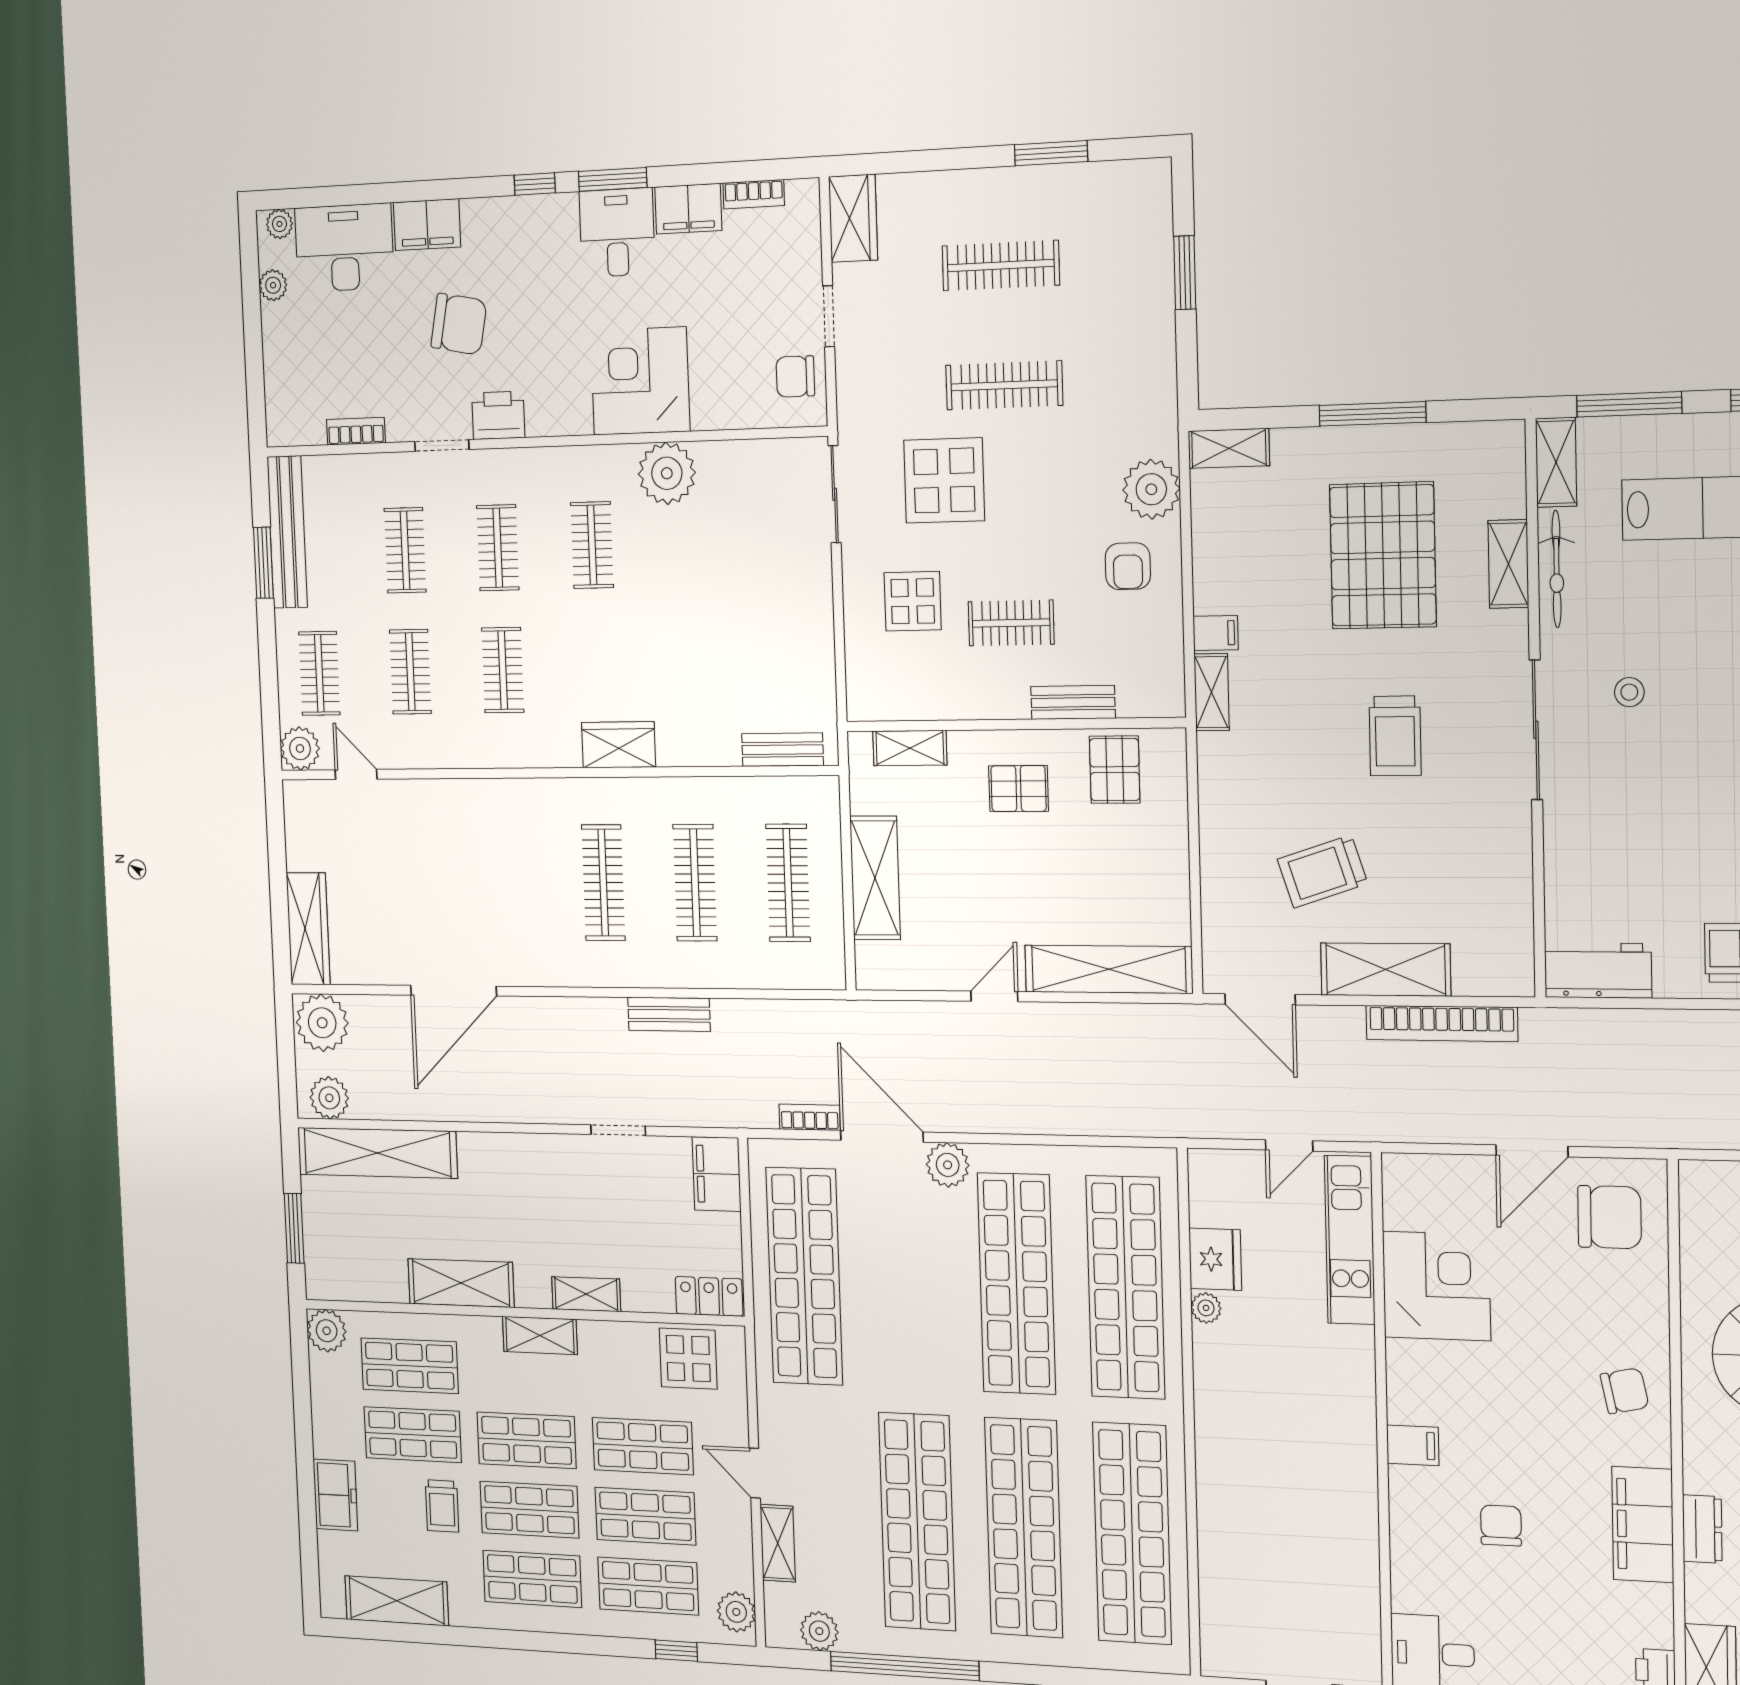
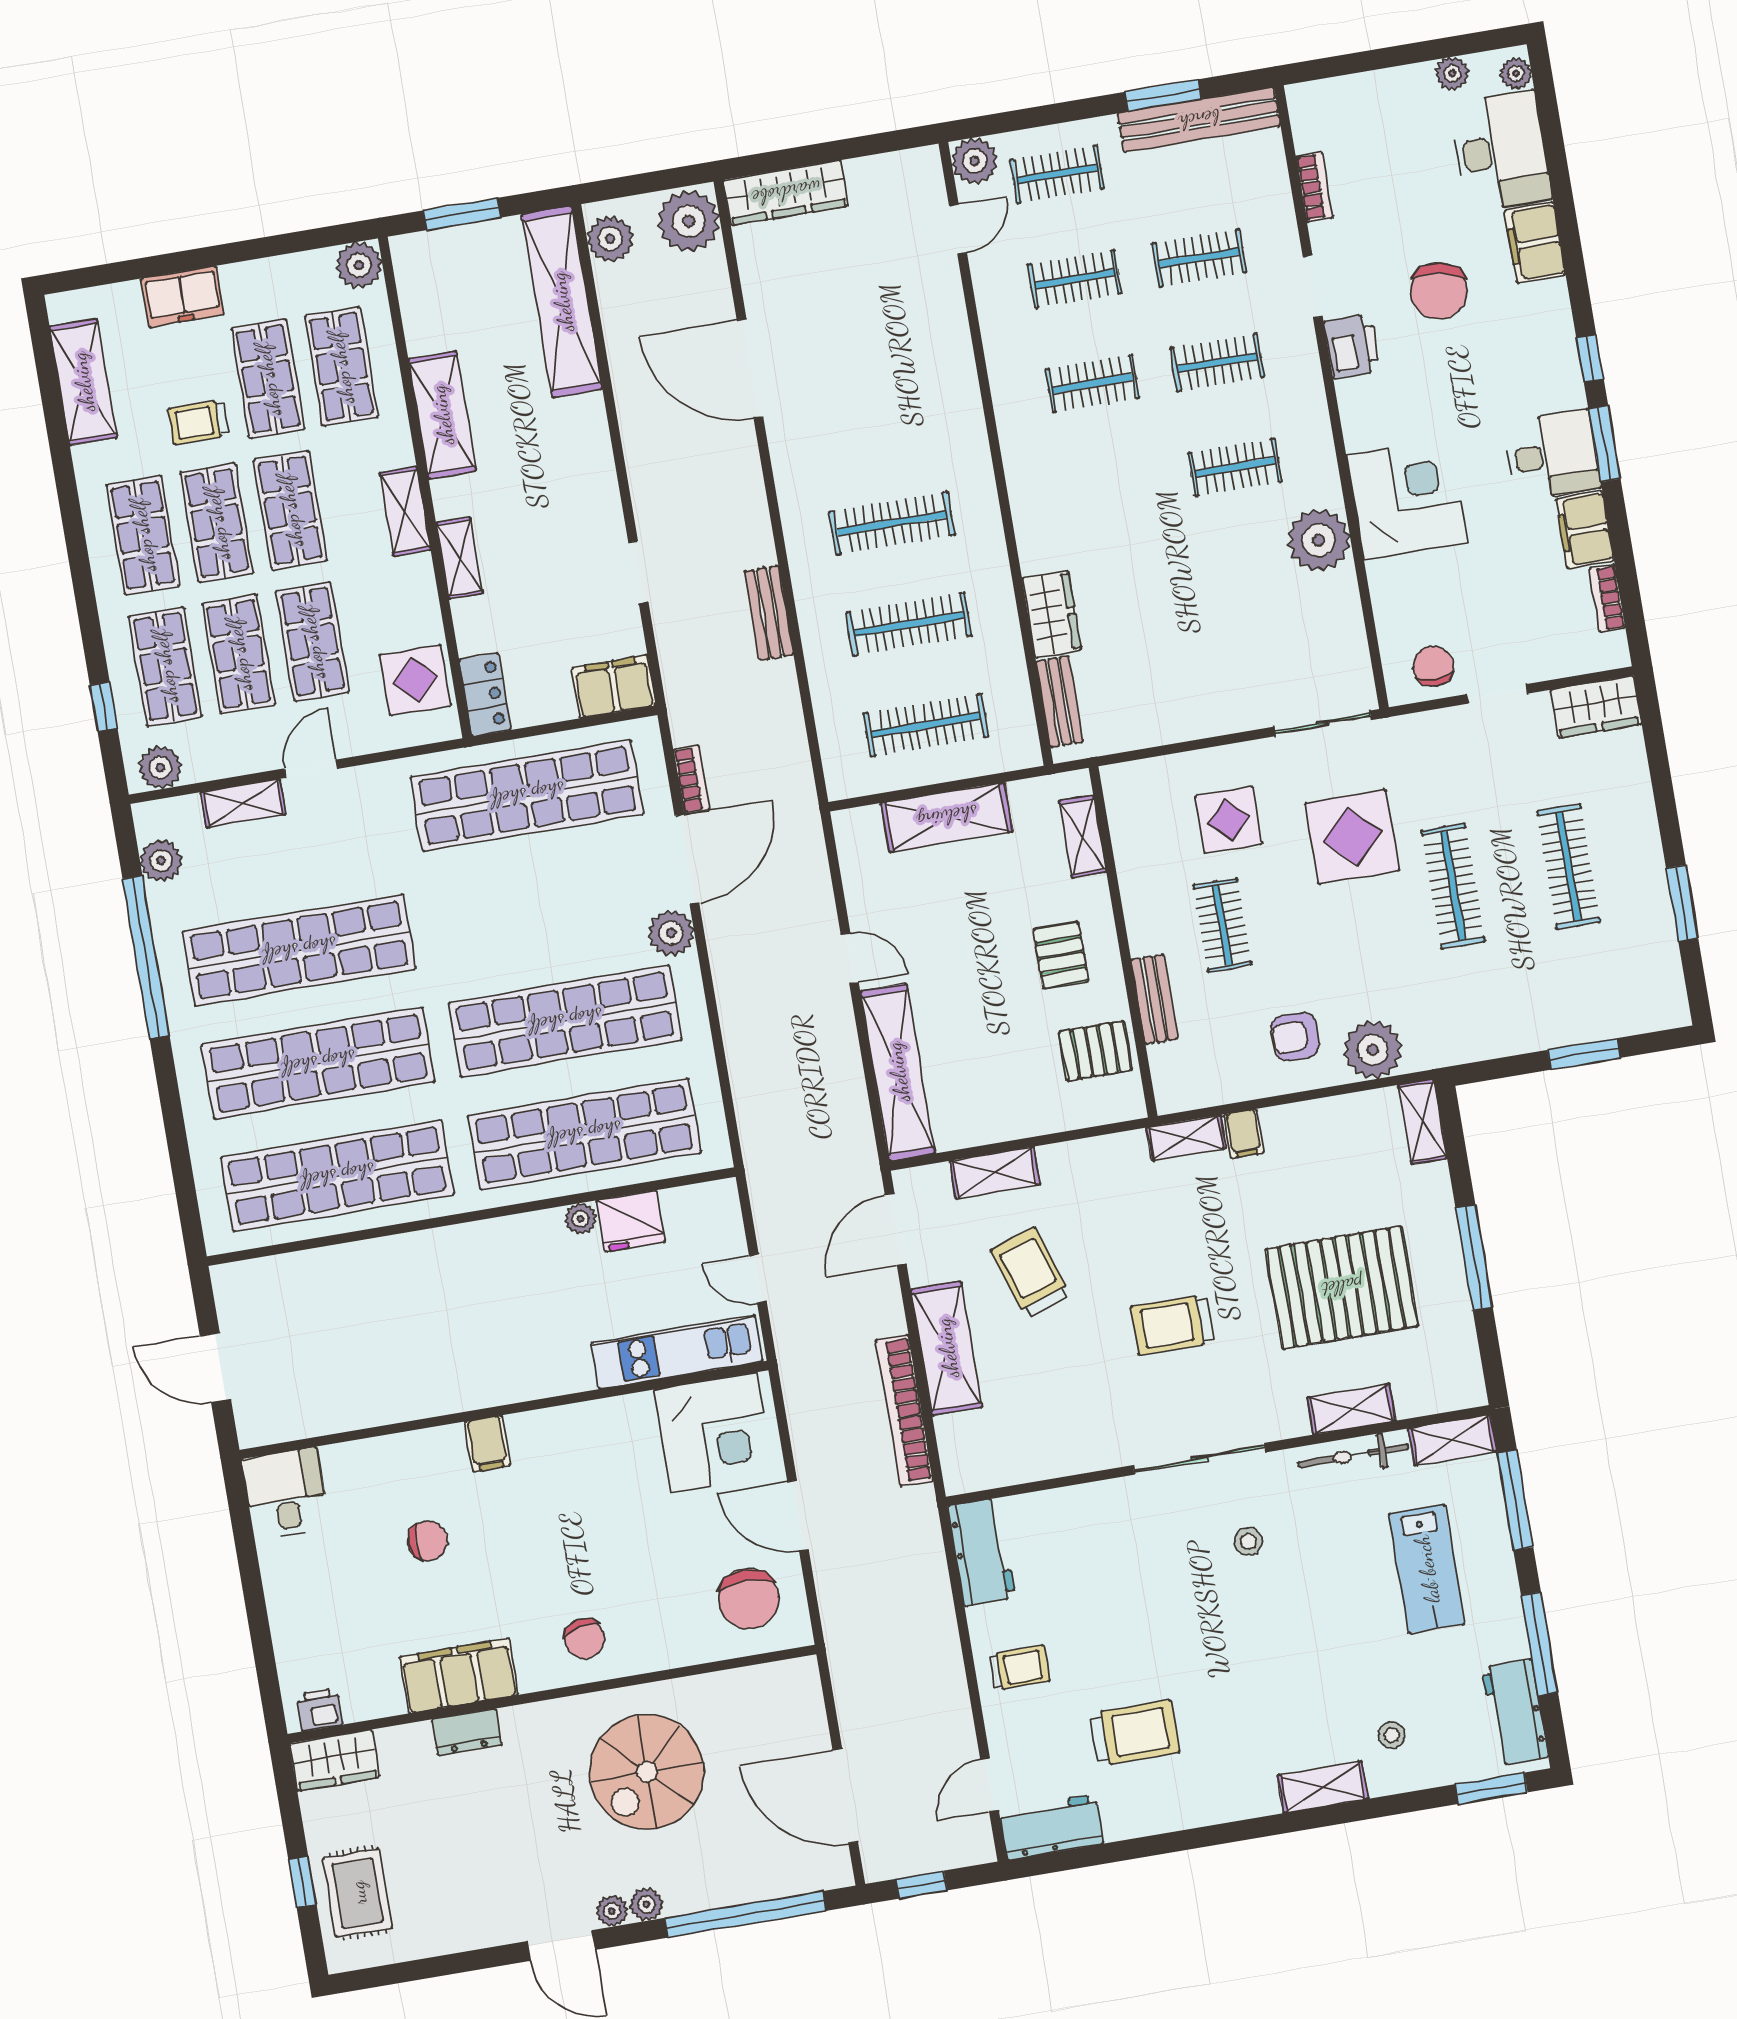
wardrobe: (619, 745) -> (1052, 614), moved
shelving: (1219, 890) -> (995, 1173), added
corner desk: (1437, 1286) -> (714, 1433), moved

